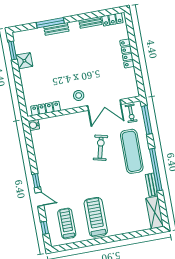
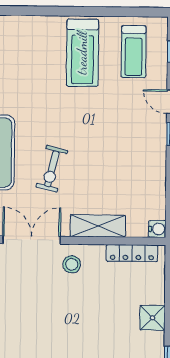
shower: (24, 61) -> (152, 318), moved
shelving: (68, 120) -> (98, 226), added

